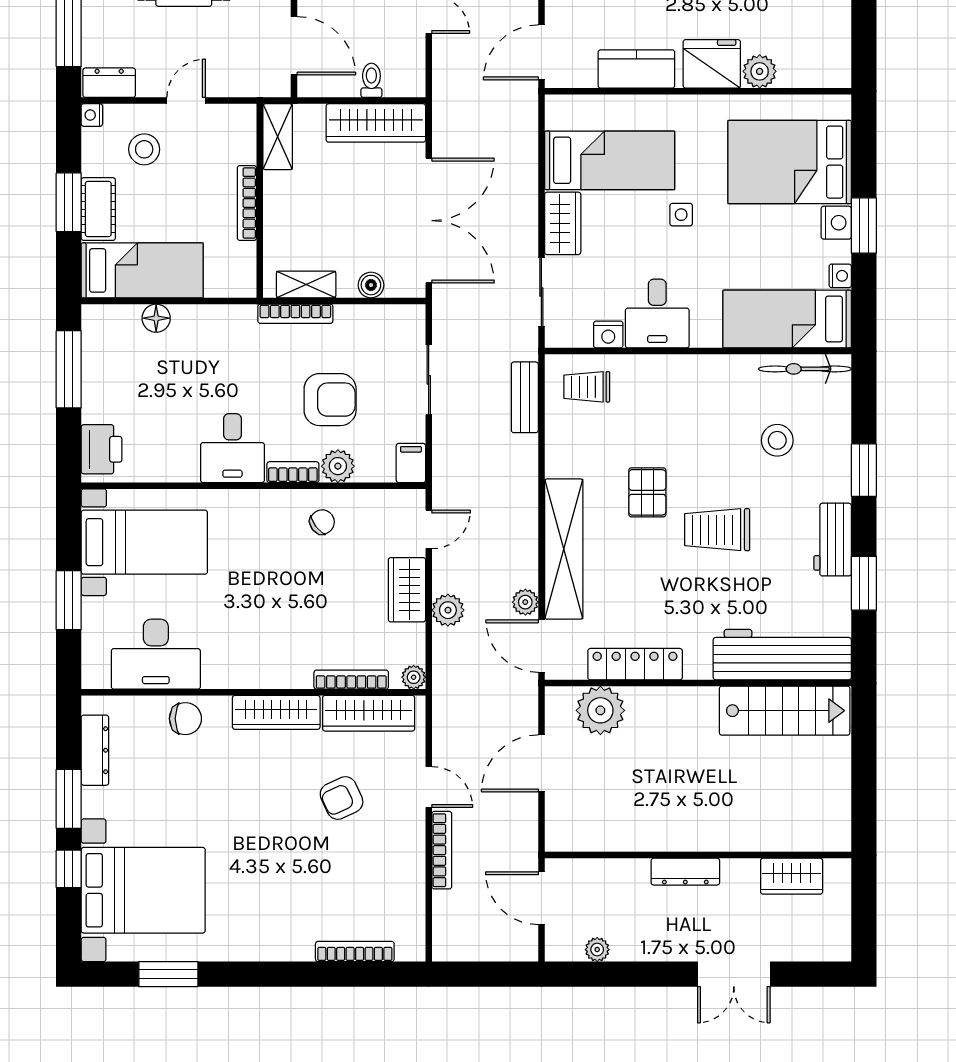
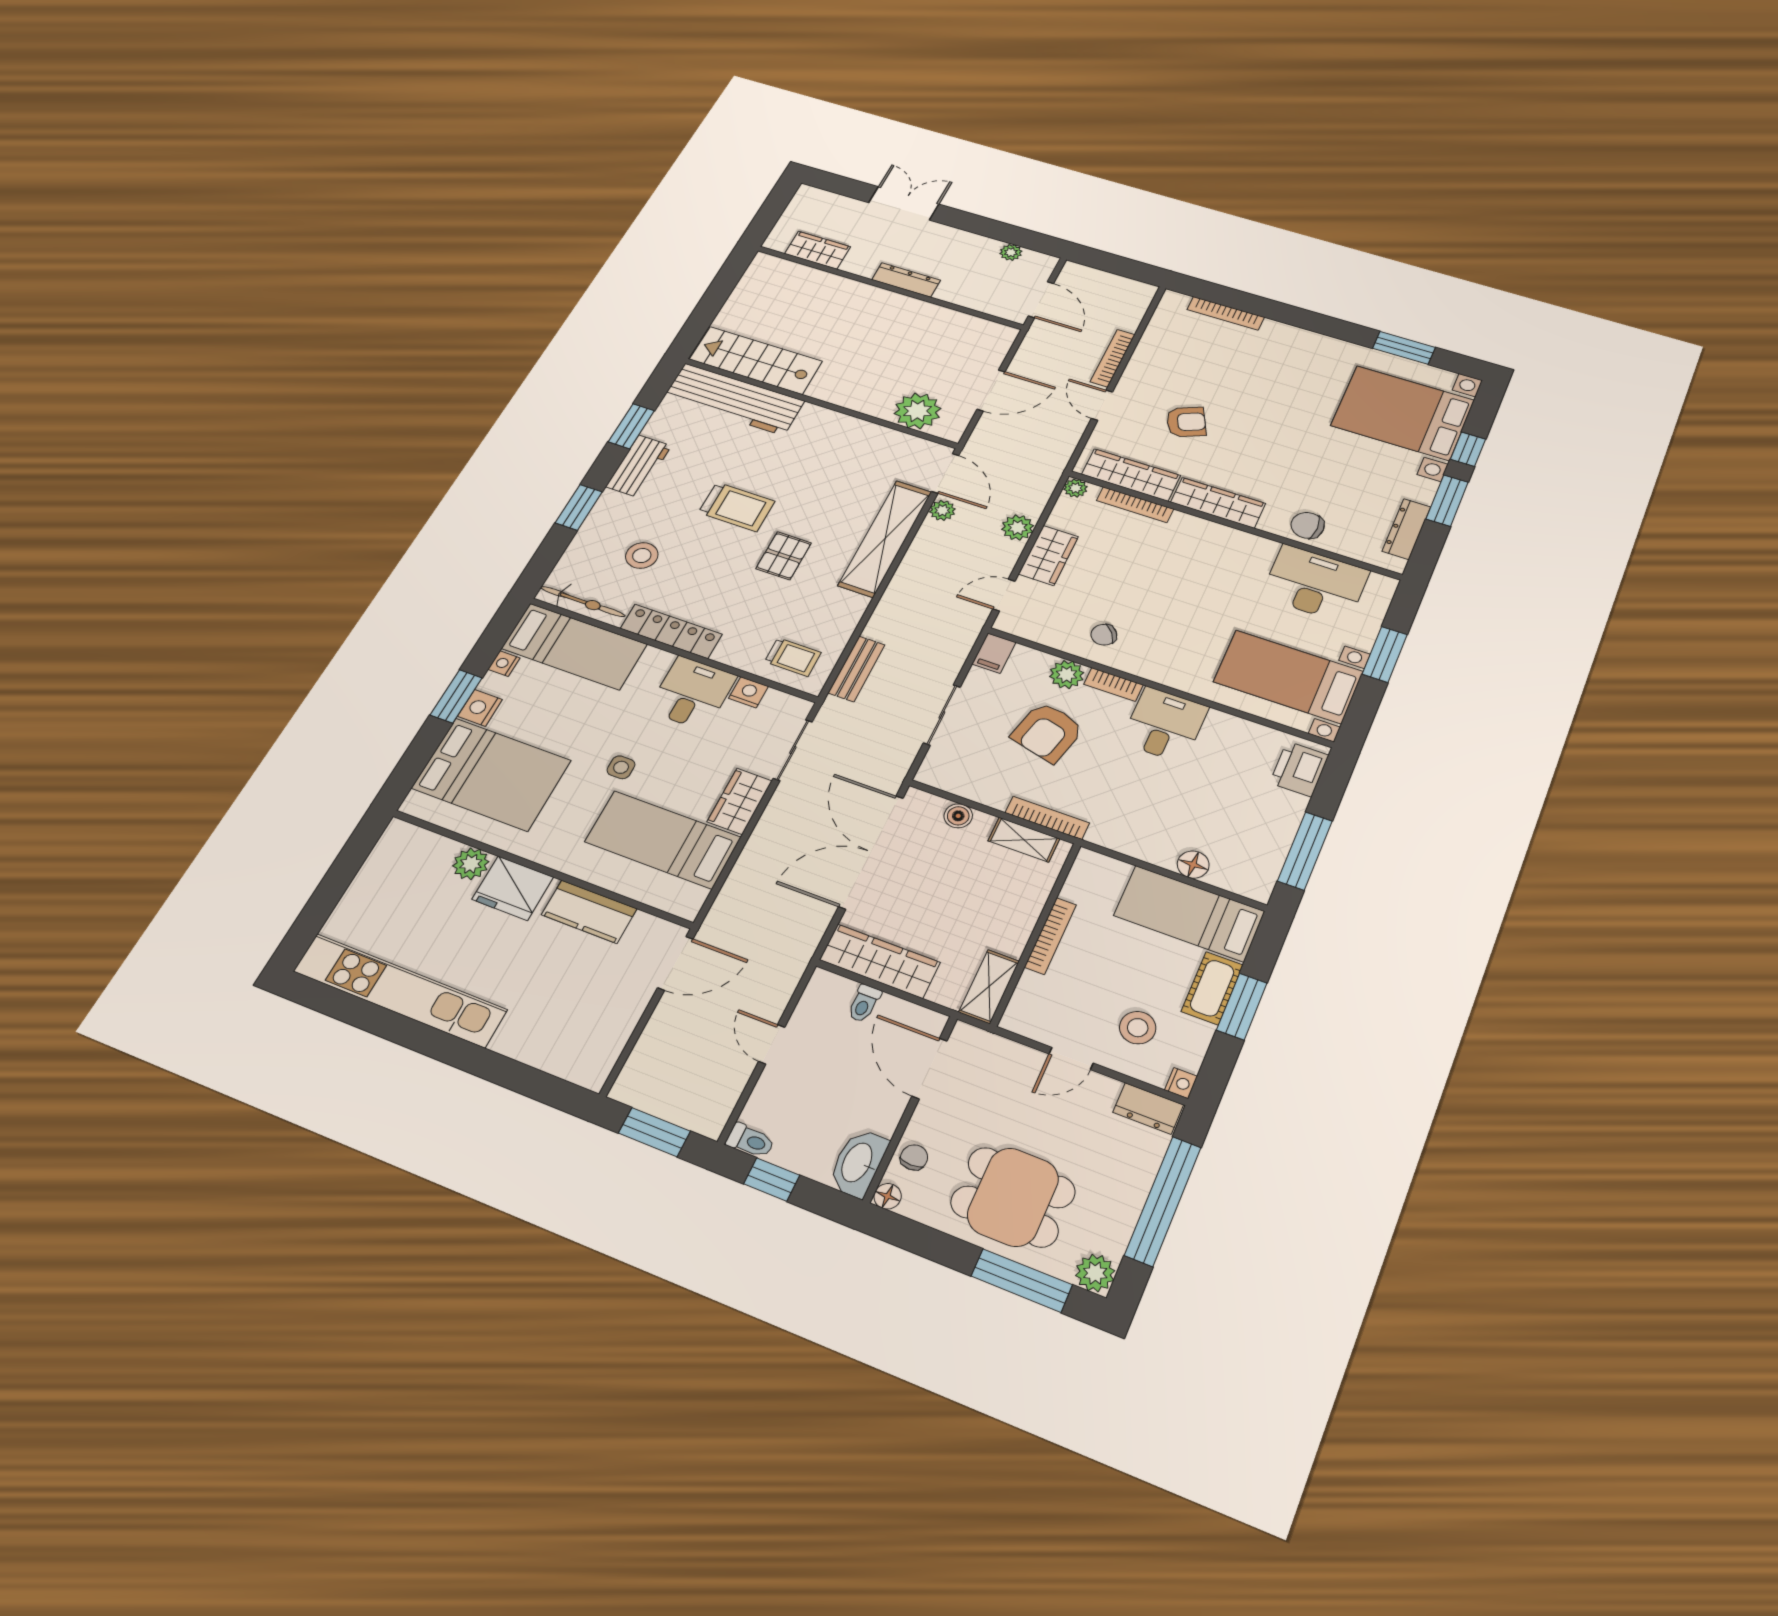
armchair: (330, 400) -> (1048, 732), turned -76
locker: (635, 664) -> (671, 631), moved, turned 180

